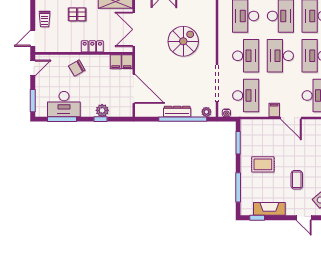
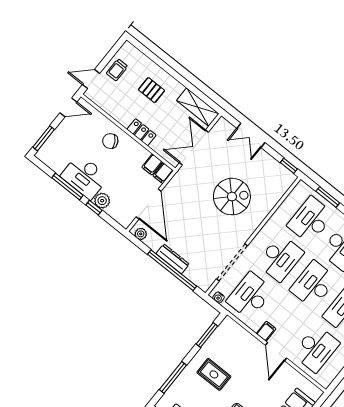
desk: (246, 96) -> (250, 296), turned 180
desk: (64, 104) -> (85, 177), moved
plant: (206, 112) -> (141, 234), moved
window: (62, 119) -> (68, 186), moved

